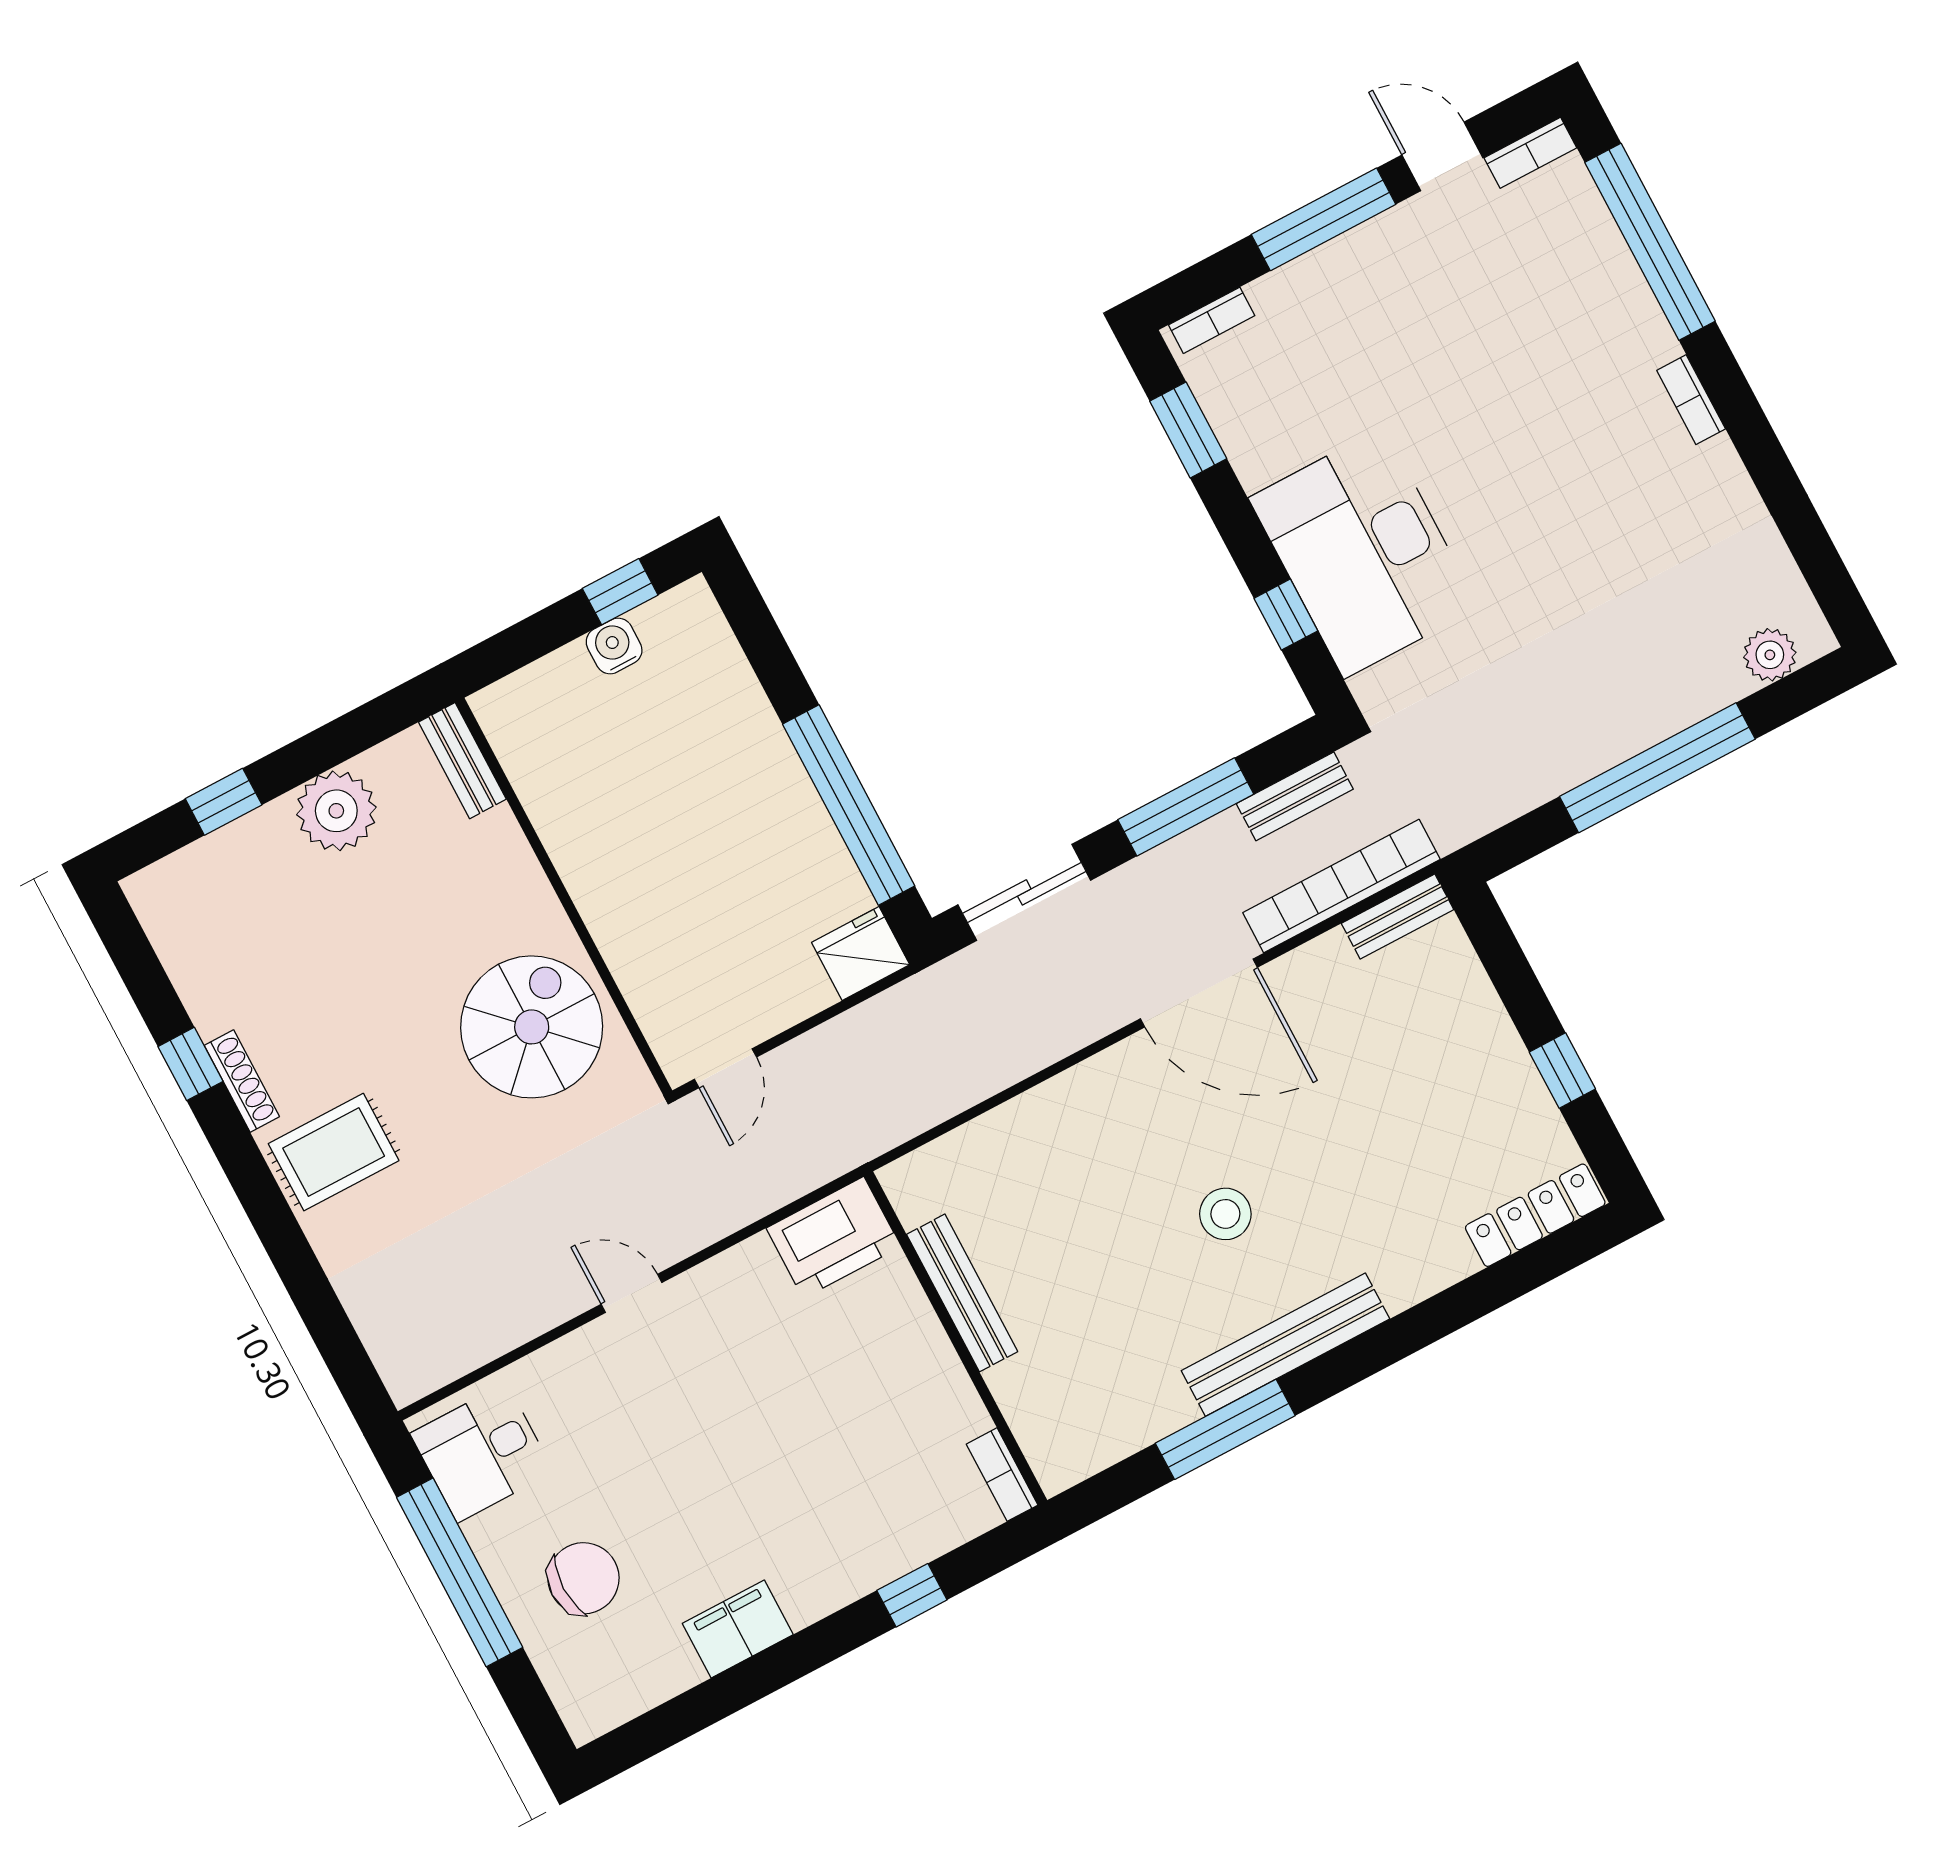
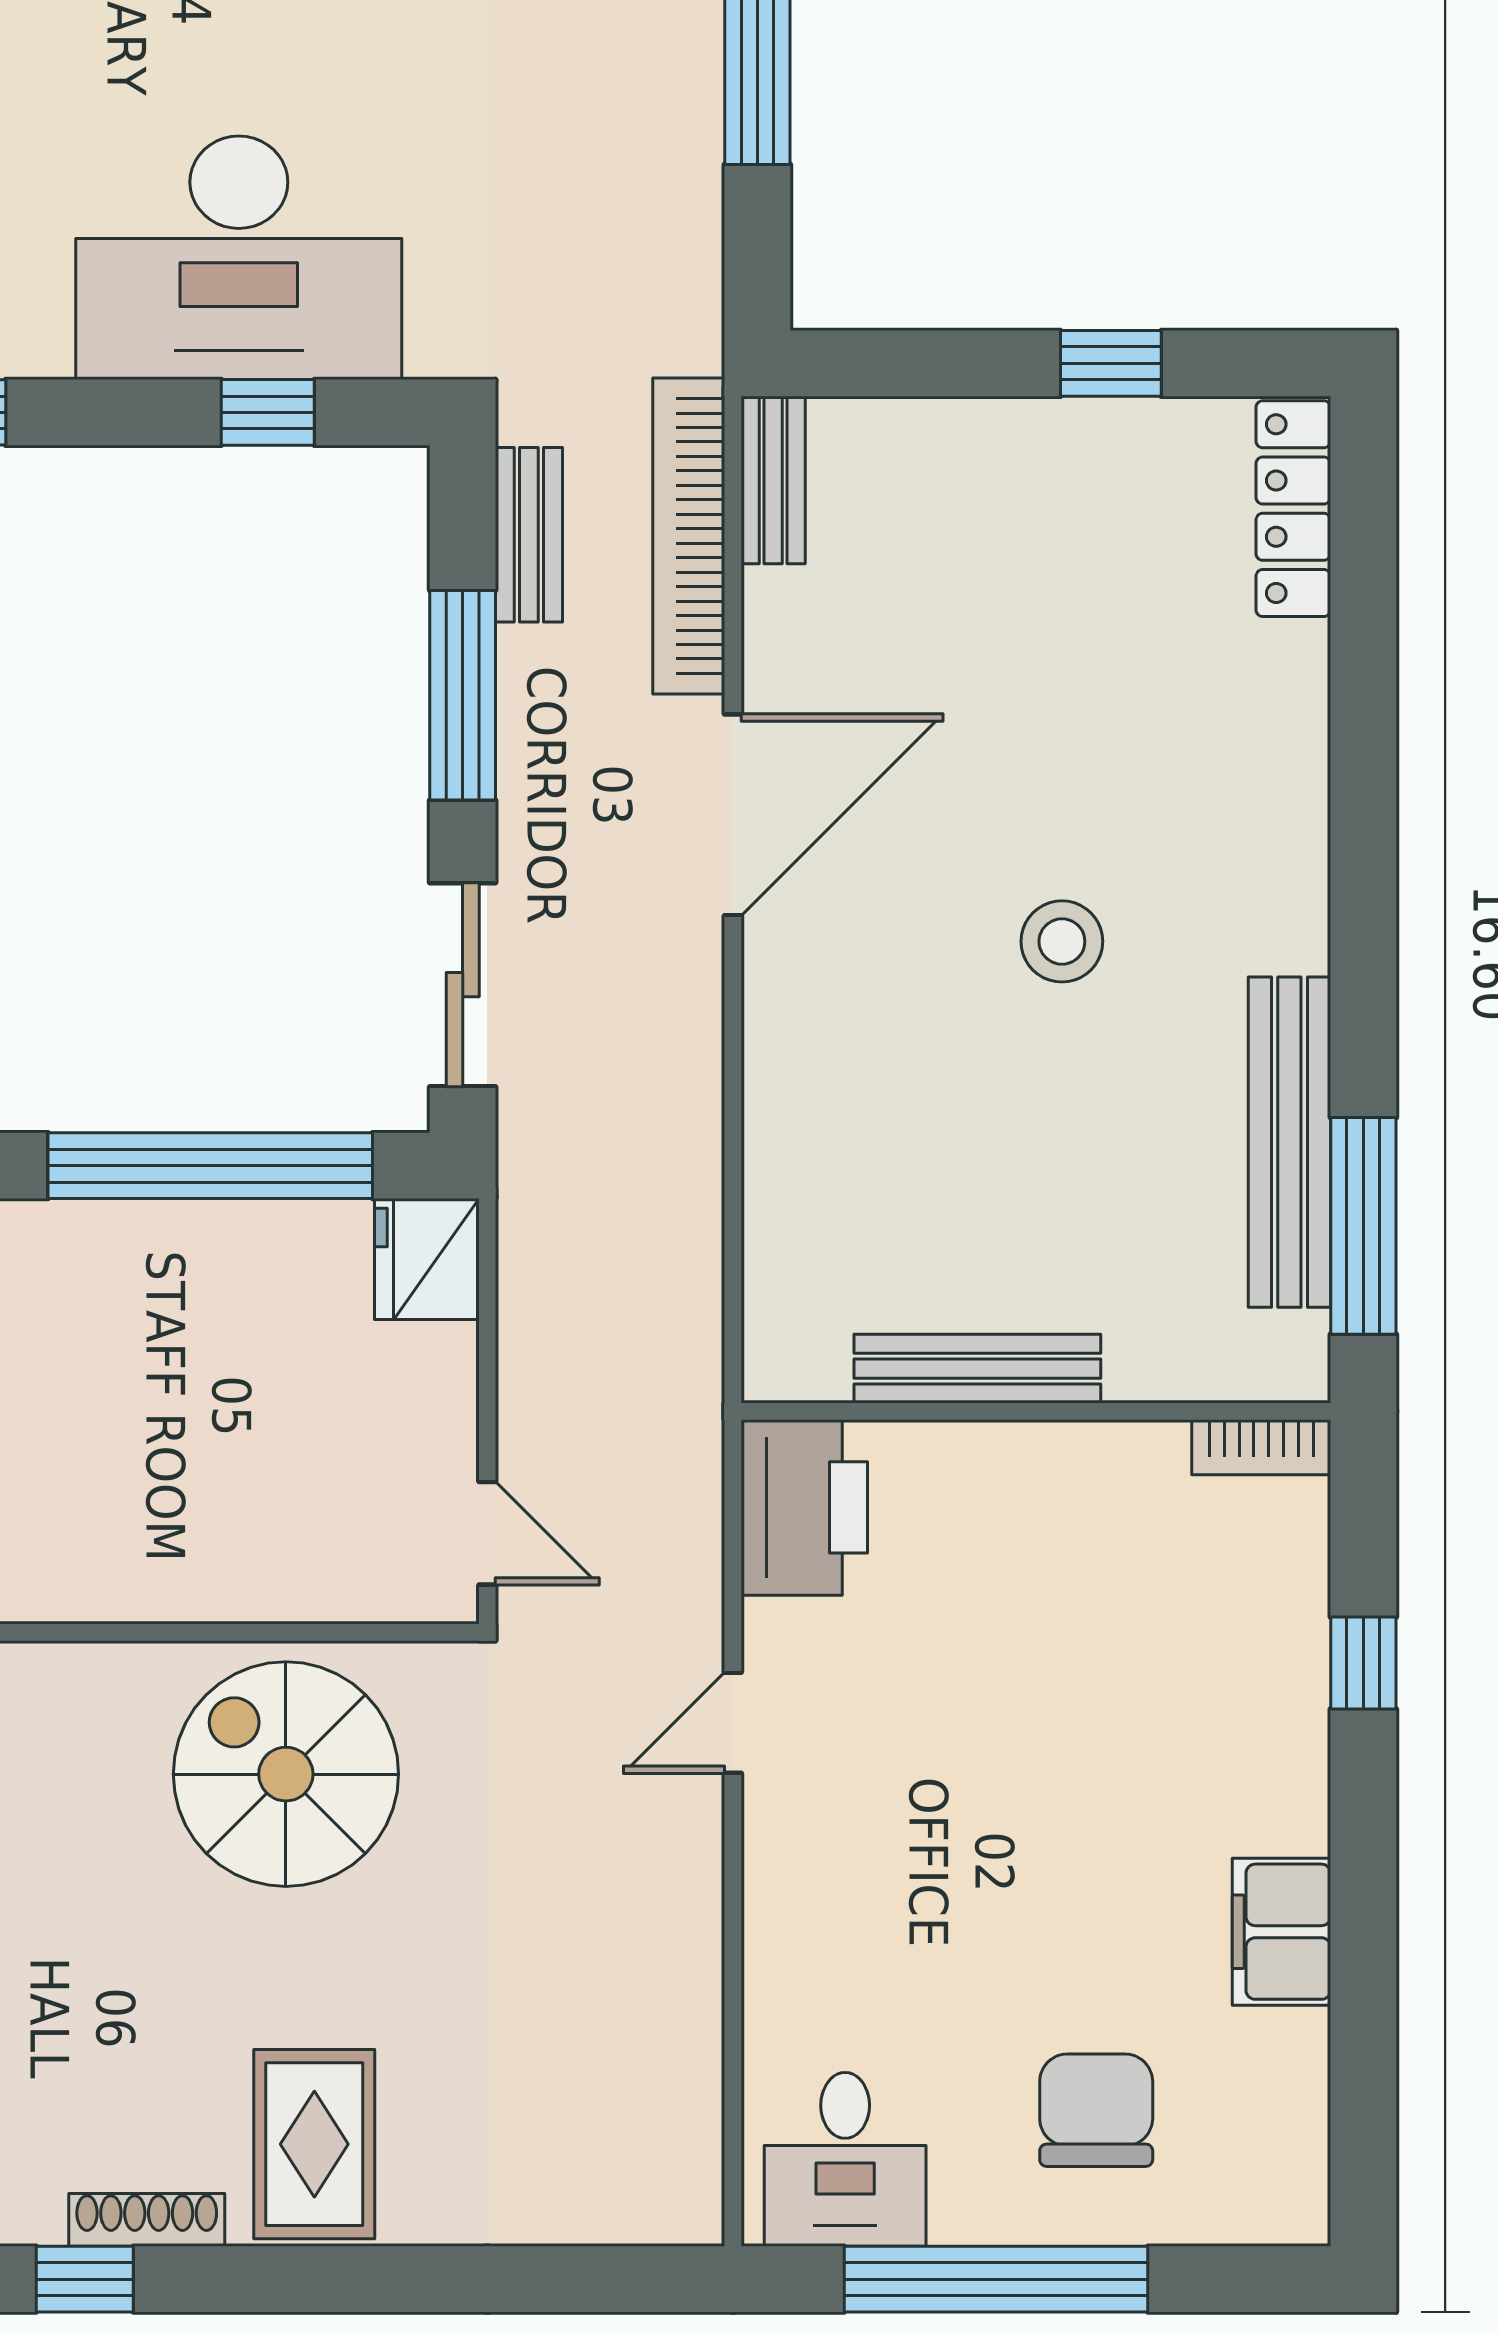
door: (631, 1293) -> (733, 1723), moved
bench: (1285, 1345) -> (1289, 1142), moved
window: (1225, 1429) -> (1363, 1226), moved

